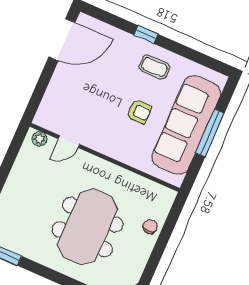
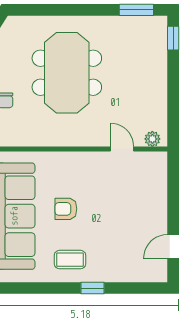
door: (62, 40) -> (173, 247), width x0.53
door: (69, 142) -> (122, 149), hinge flipped

